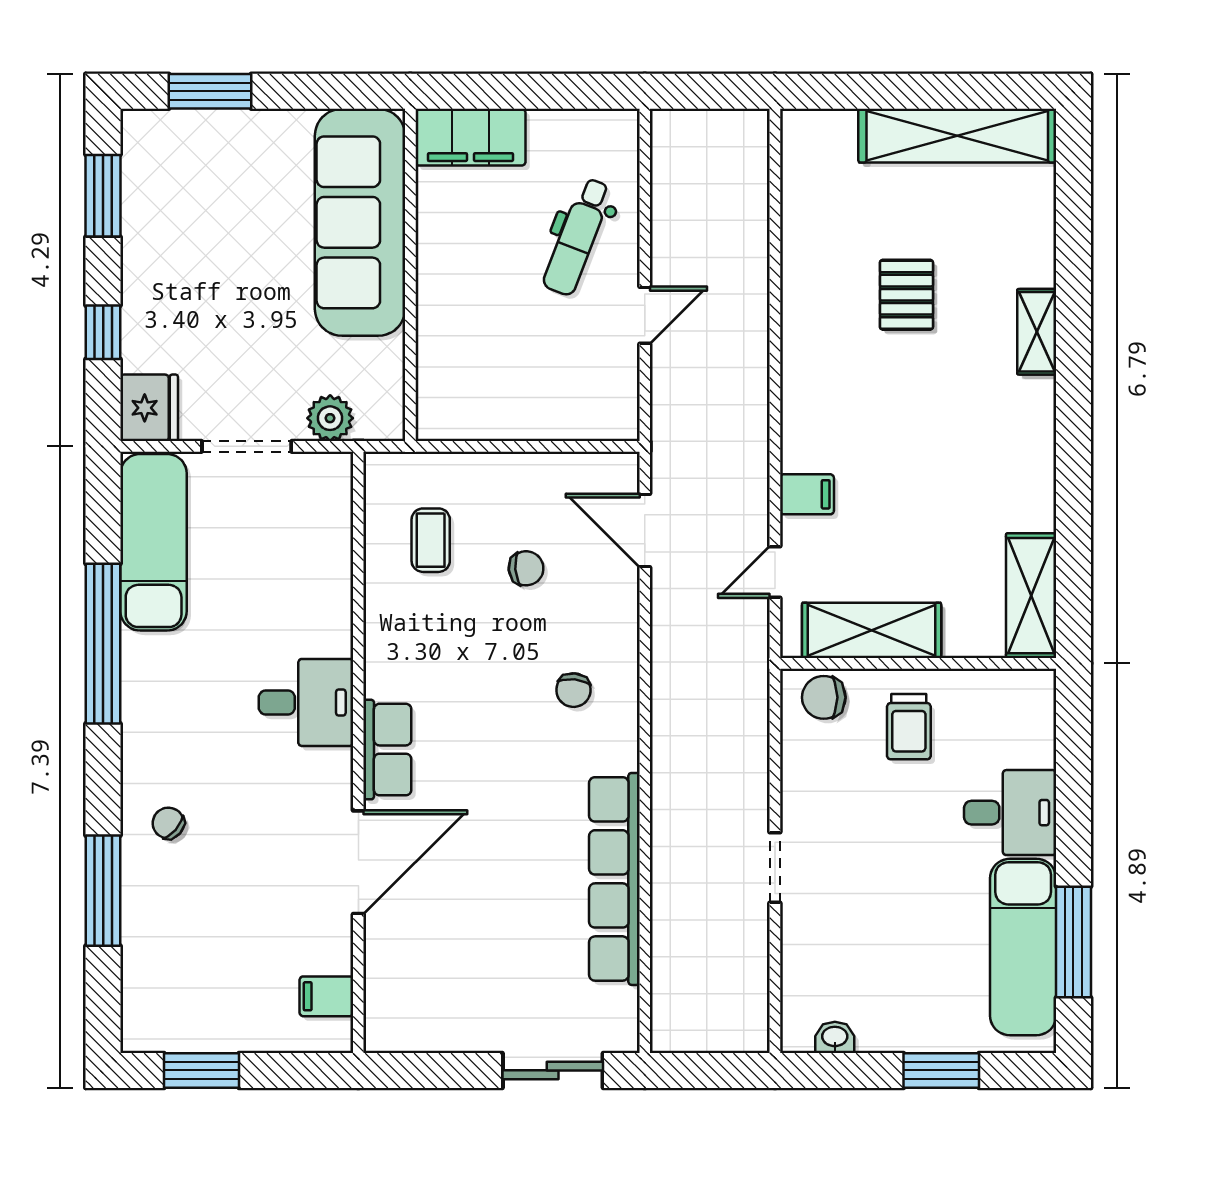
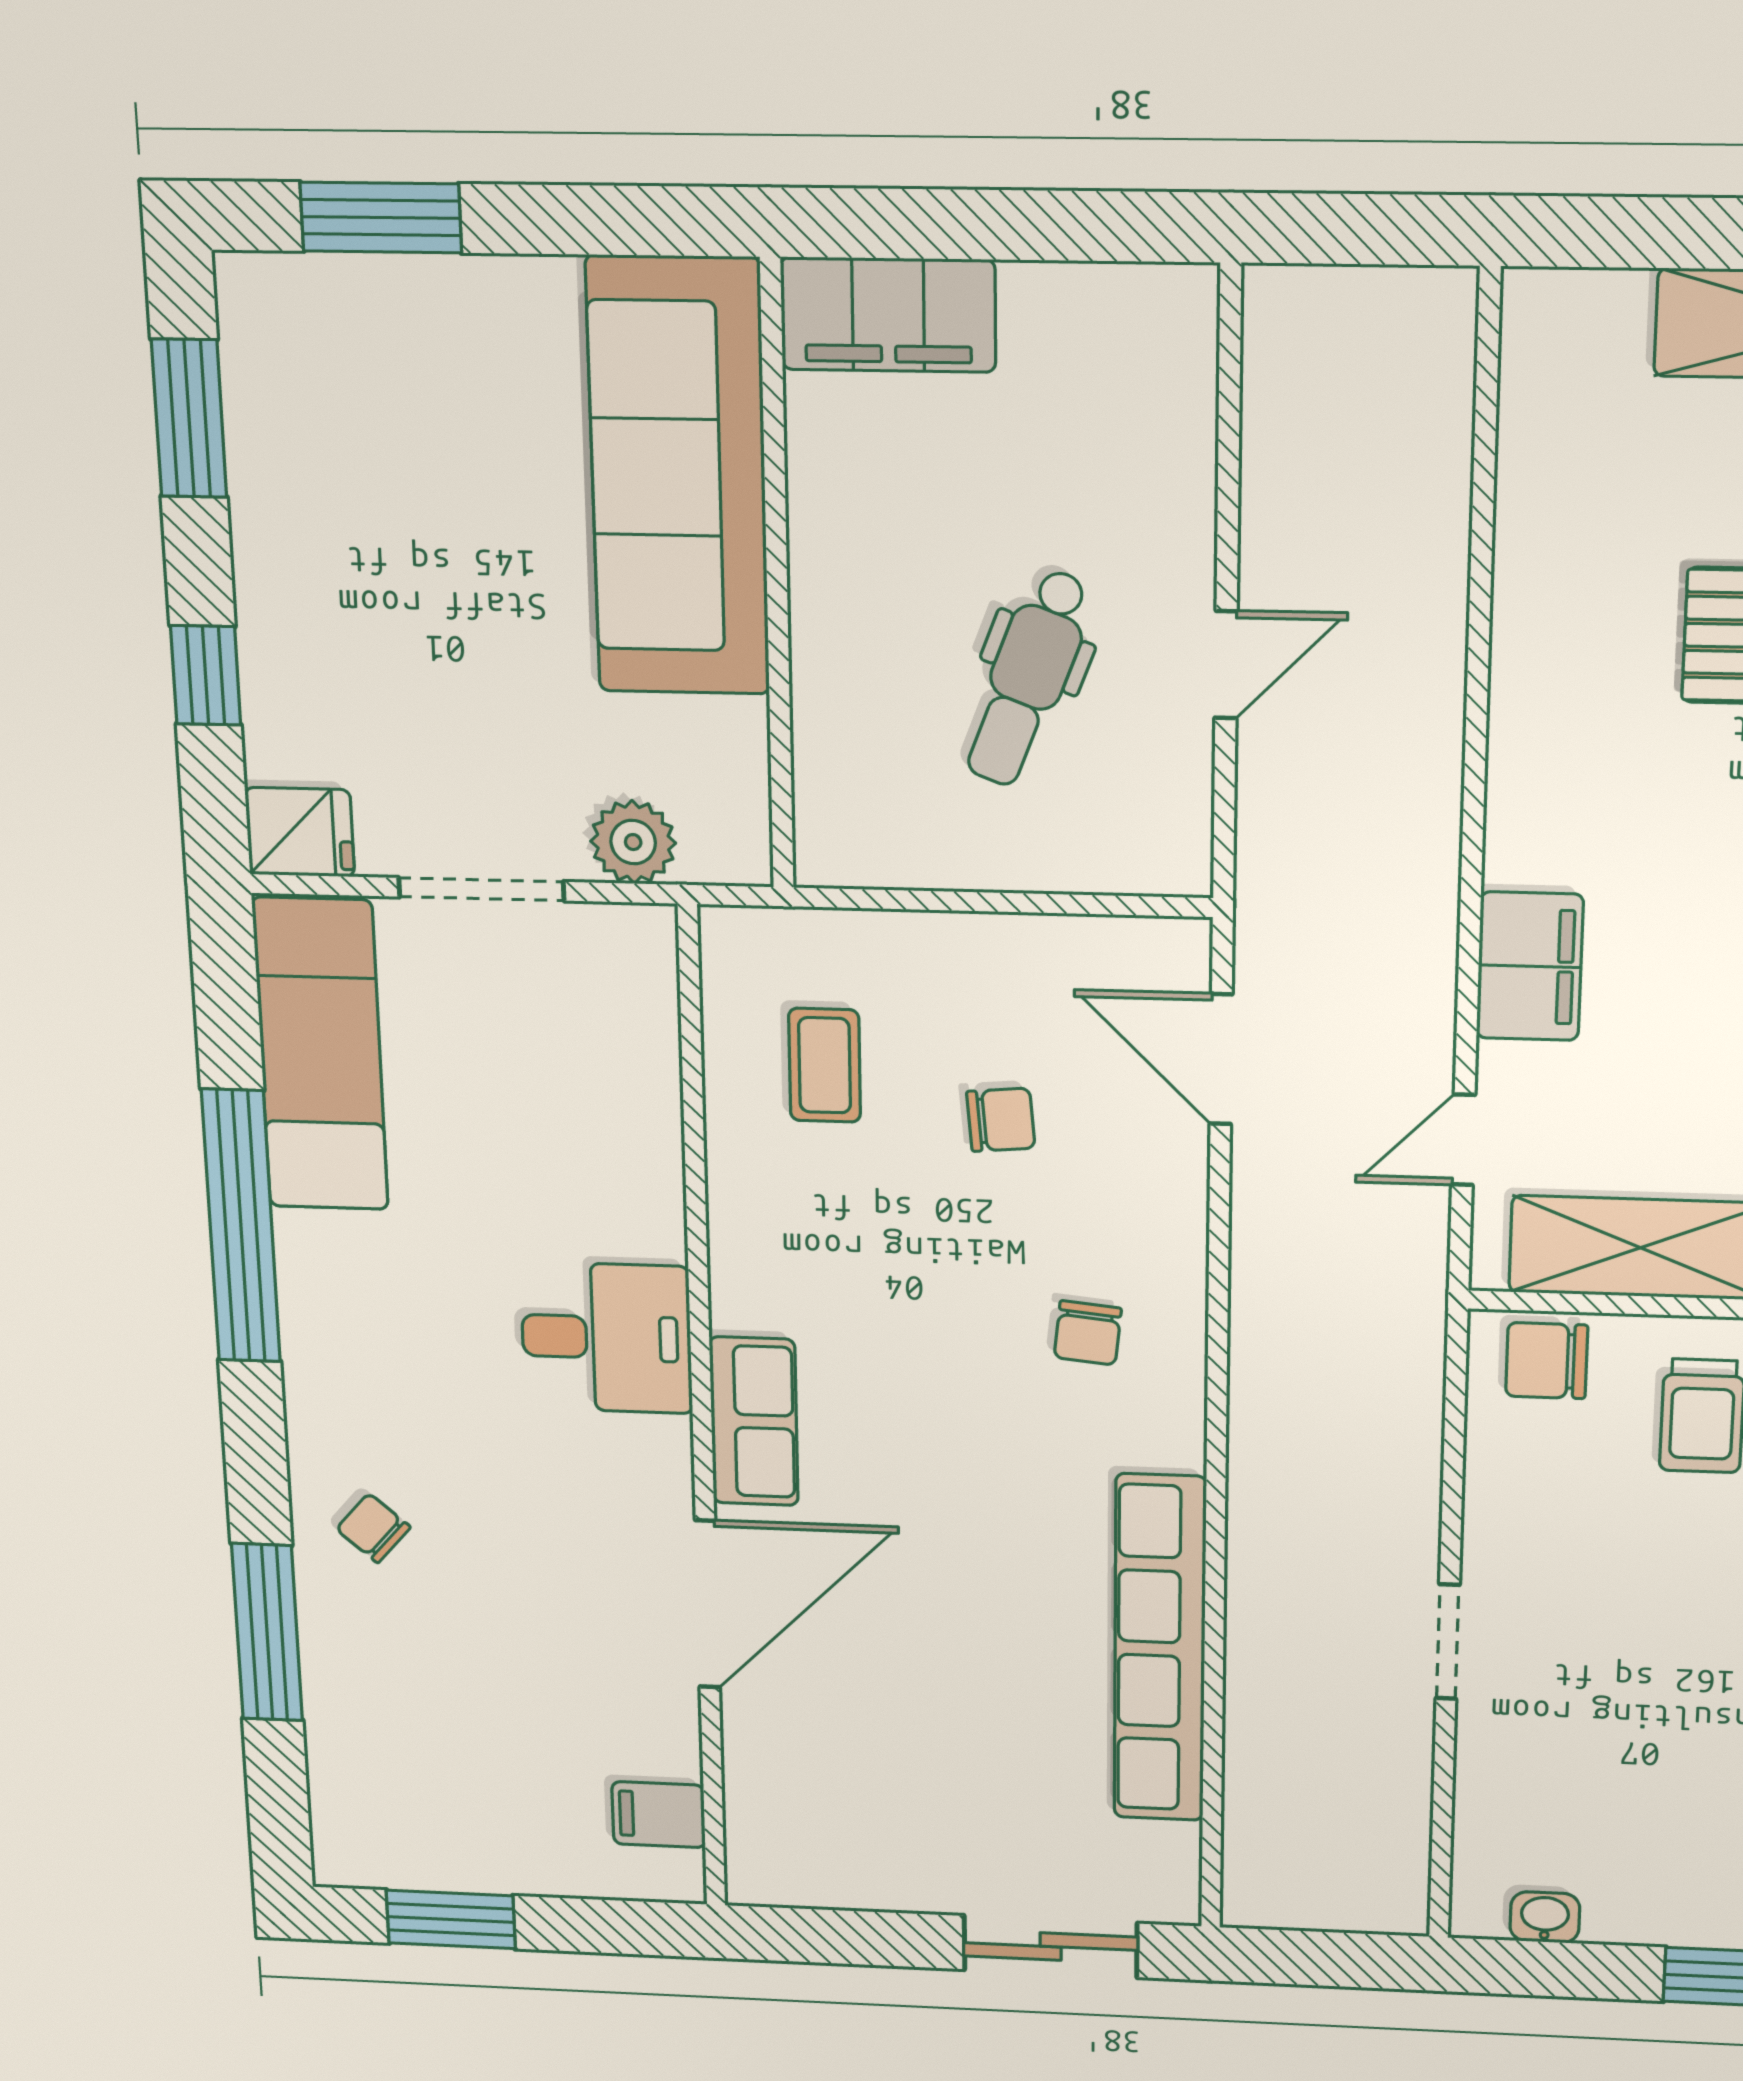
dental chair: (577, 237) -> (1028, 678), moved
fridge: (149, 408) -> (300, 832), width x0.72
filing cabinet: (807, 494) -> (1530, 966), width x2.00

